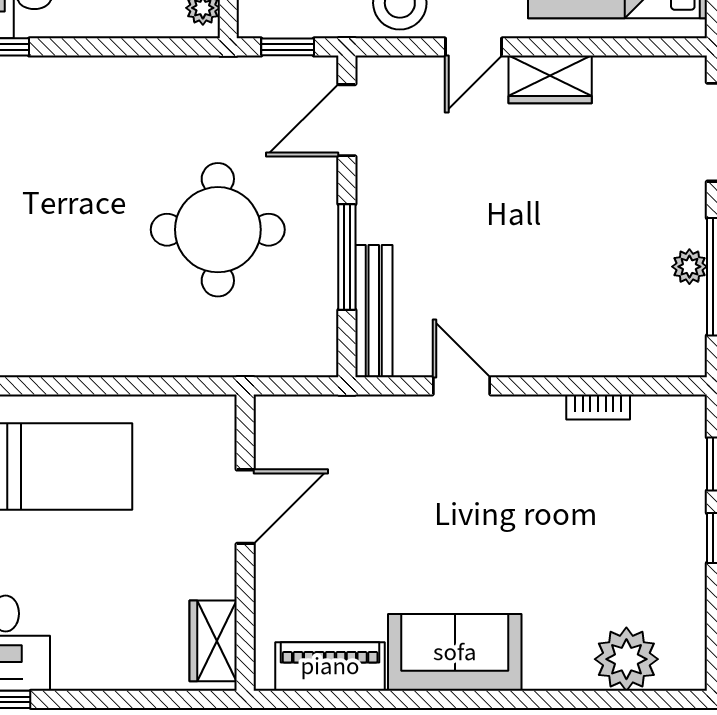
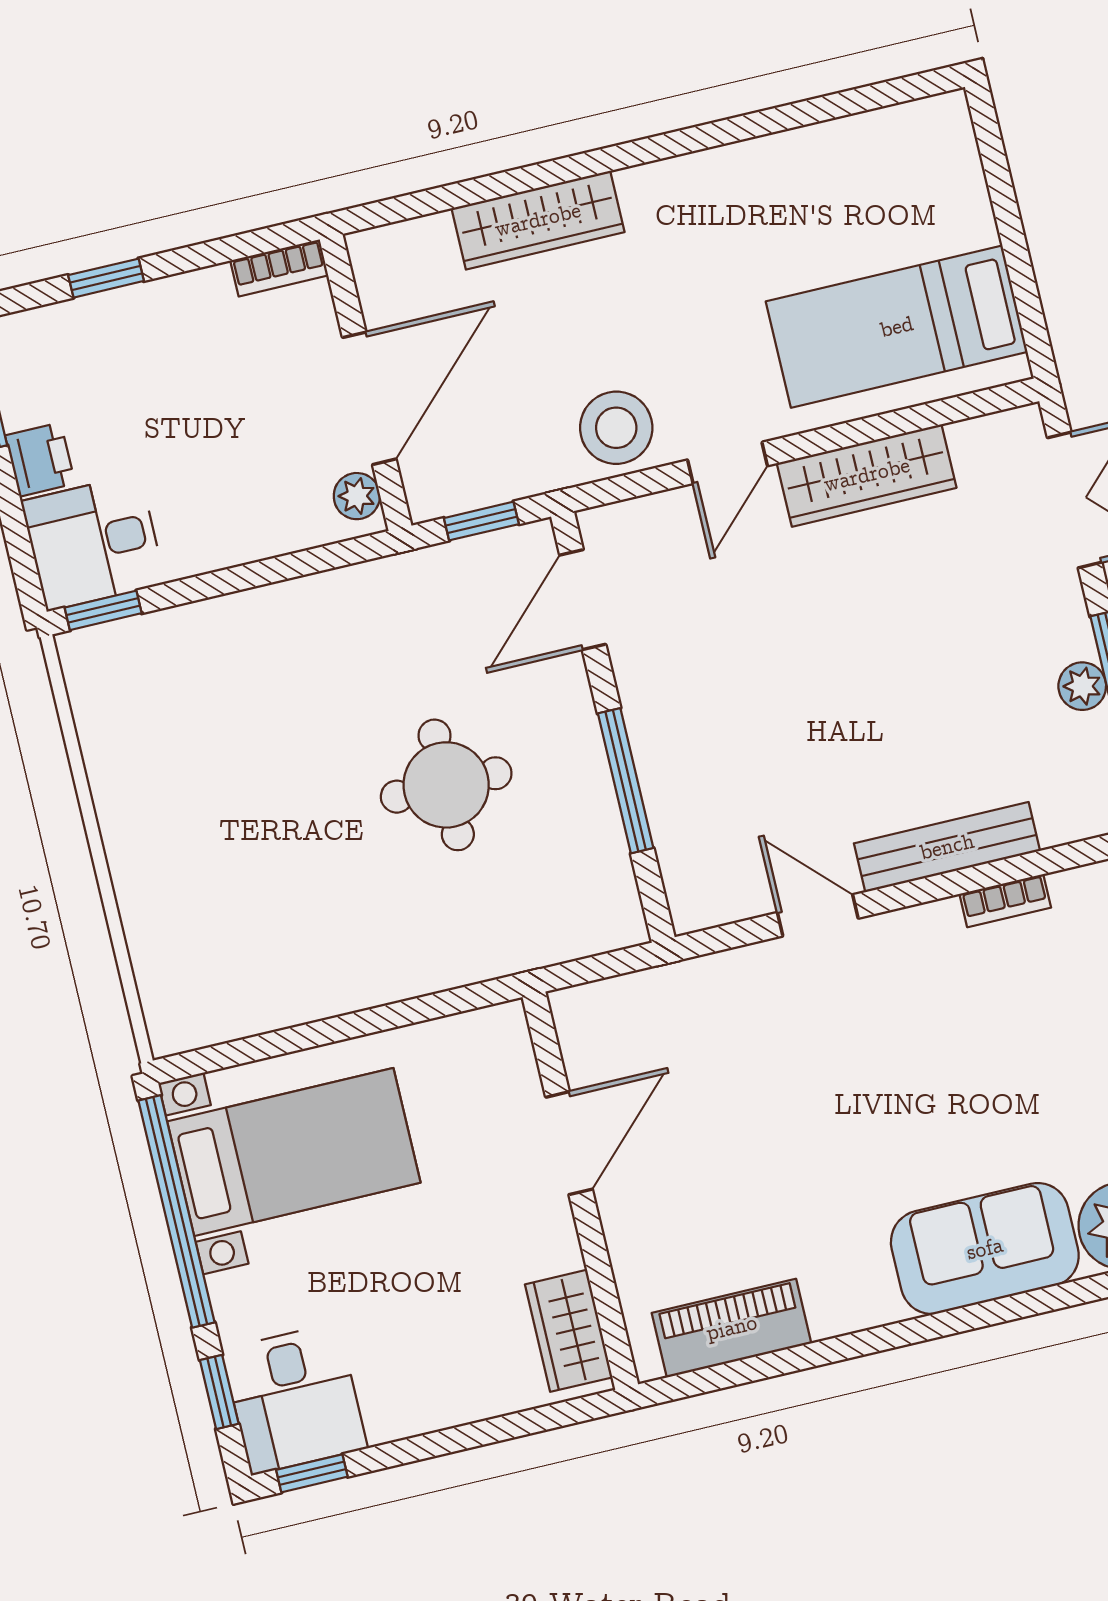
wardrobe: (550, 79) -> (867, 475), width x1.50
round table: (218, 230) -> (446, 785), width x0.73, depth x0.73
bench: (374, 311) -> (947, 847), moved, turned 90
sofa: (455, 652) -> (985, 1249), moved

